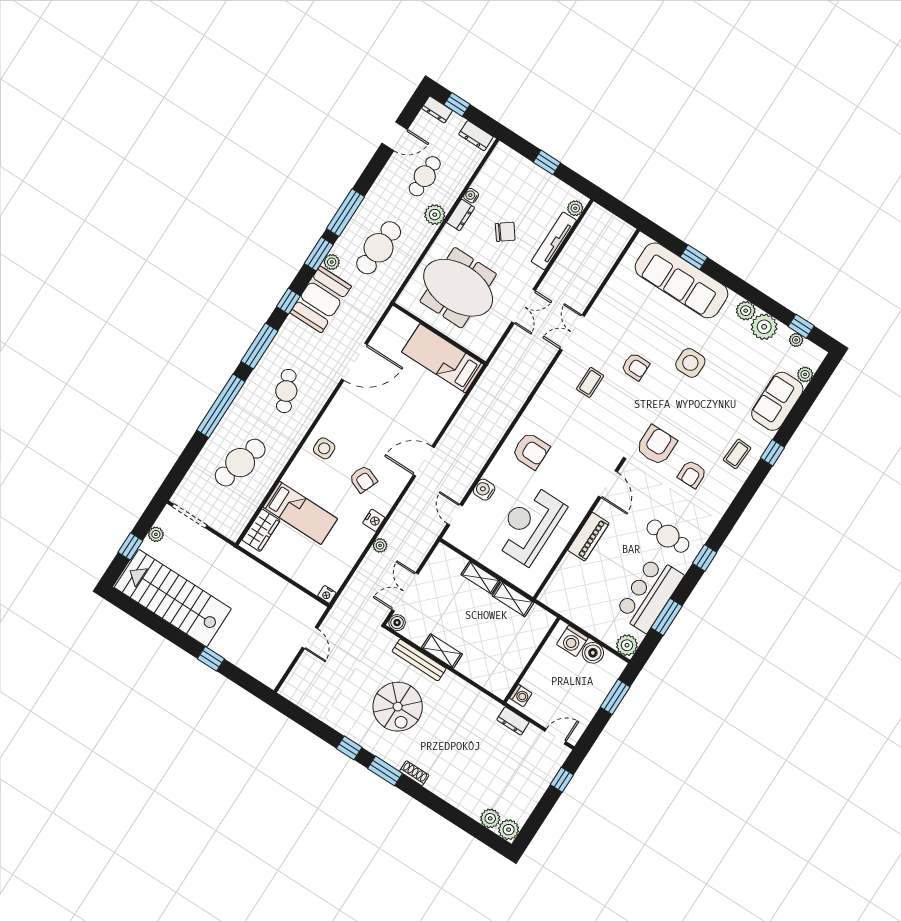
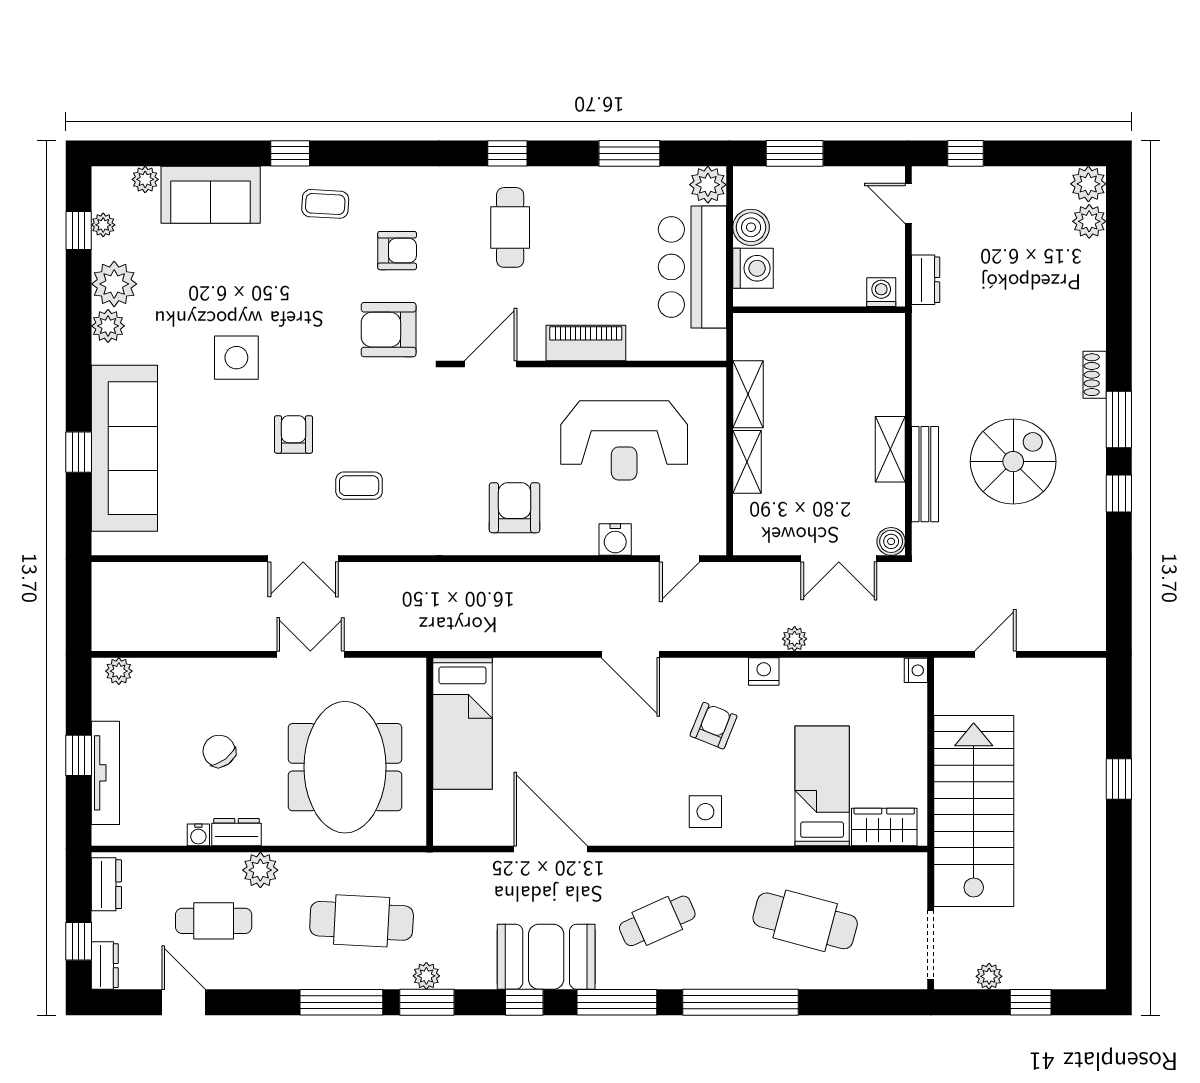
tv unit: (554, 241) -> (105, 773), moved, turned -90
booth: (321, 299) -> (546, 957), moved
bar counter: (649, 594) -> (692, 267), moved, turned 90
stairs: (173, 598) -> (974, 811), moved, turned 180

